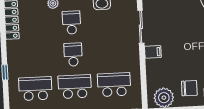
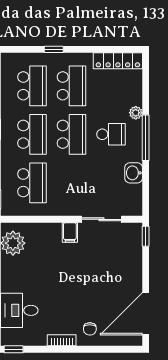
school desk: (73, 55) -> (72, 134), width x1.85
school desk: (34, 57) -> (72, 86), added
chair: (189, 88) -> (23, 275), removed

